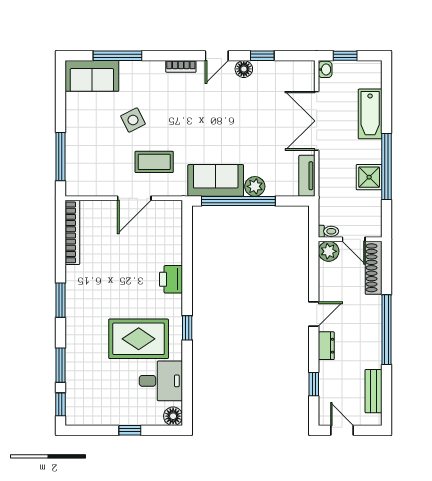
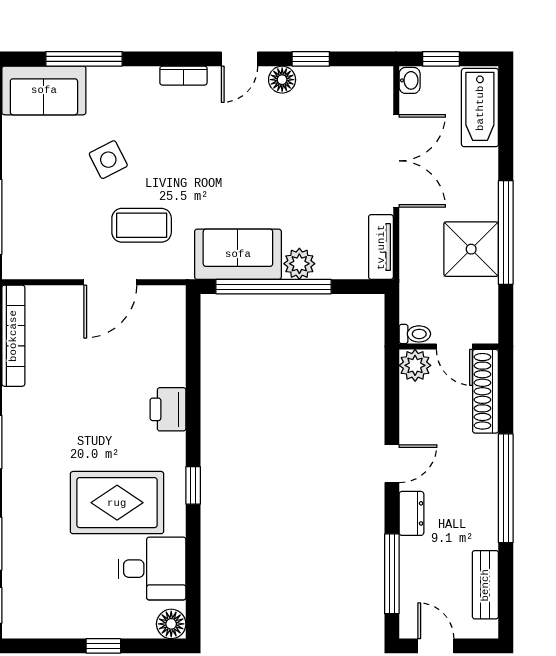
bathtub: (370, 114) -> (480, 108), moved
double door: (317, 121) -> (396, 161), swing flipped
shower: (369, 177) -> (471, 249), width x1.36, depth x1.36
window: (314, 384) -> (392, 574), width x2.17

